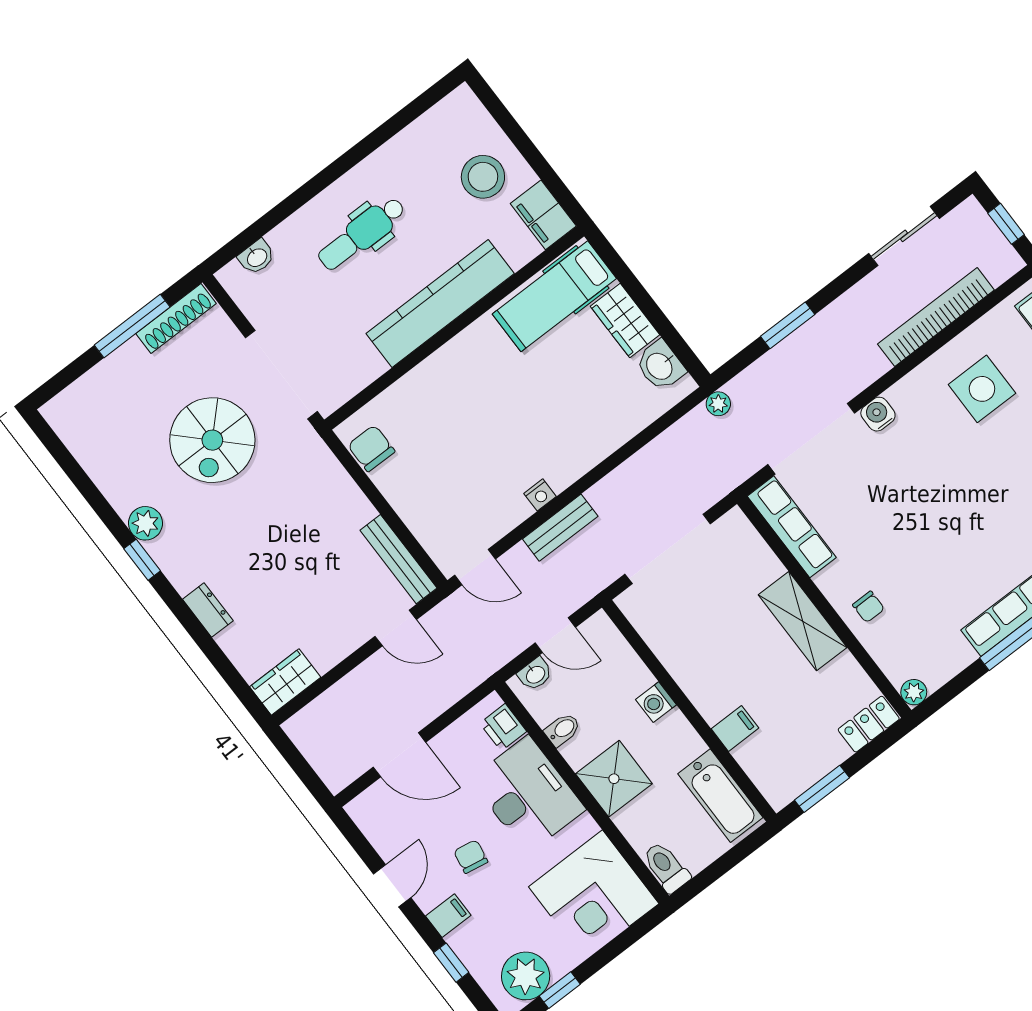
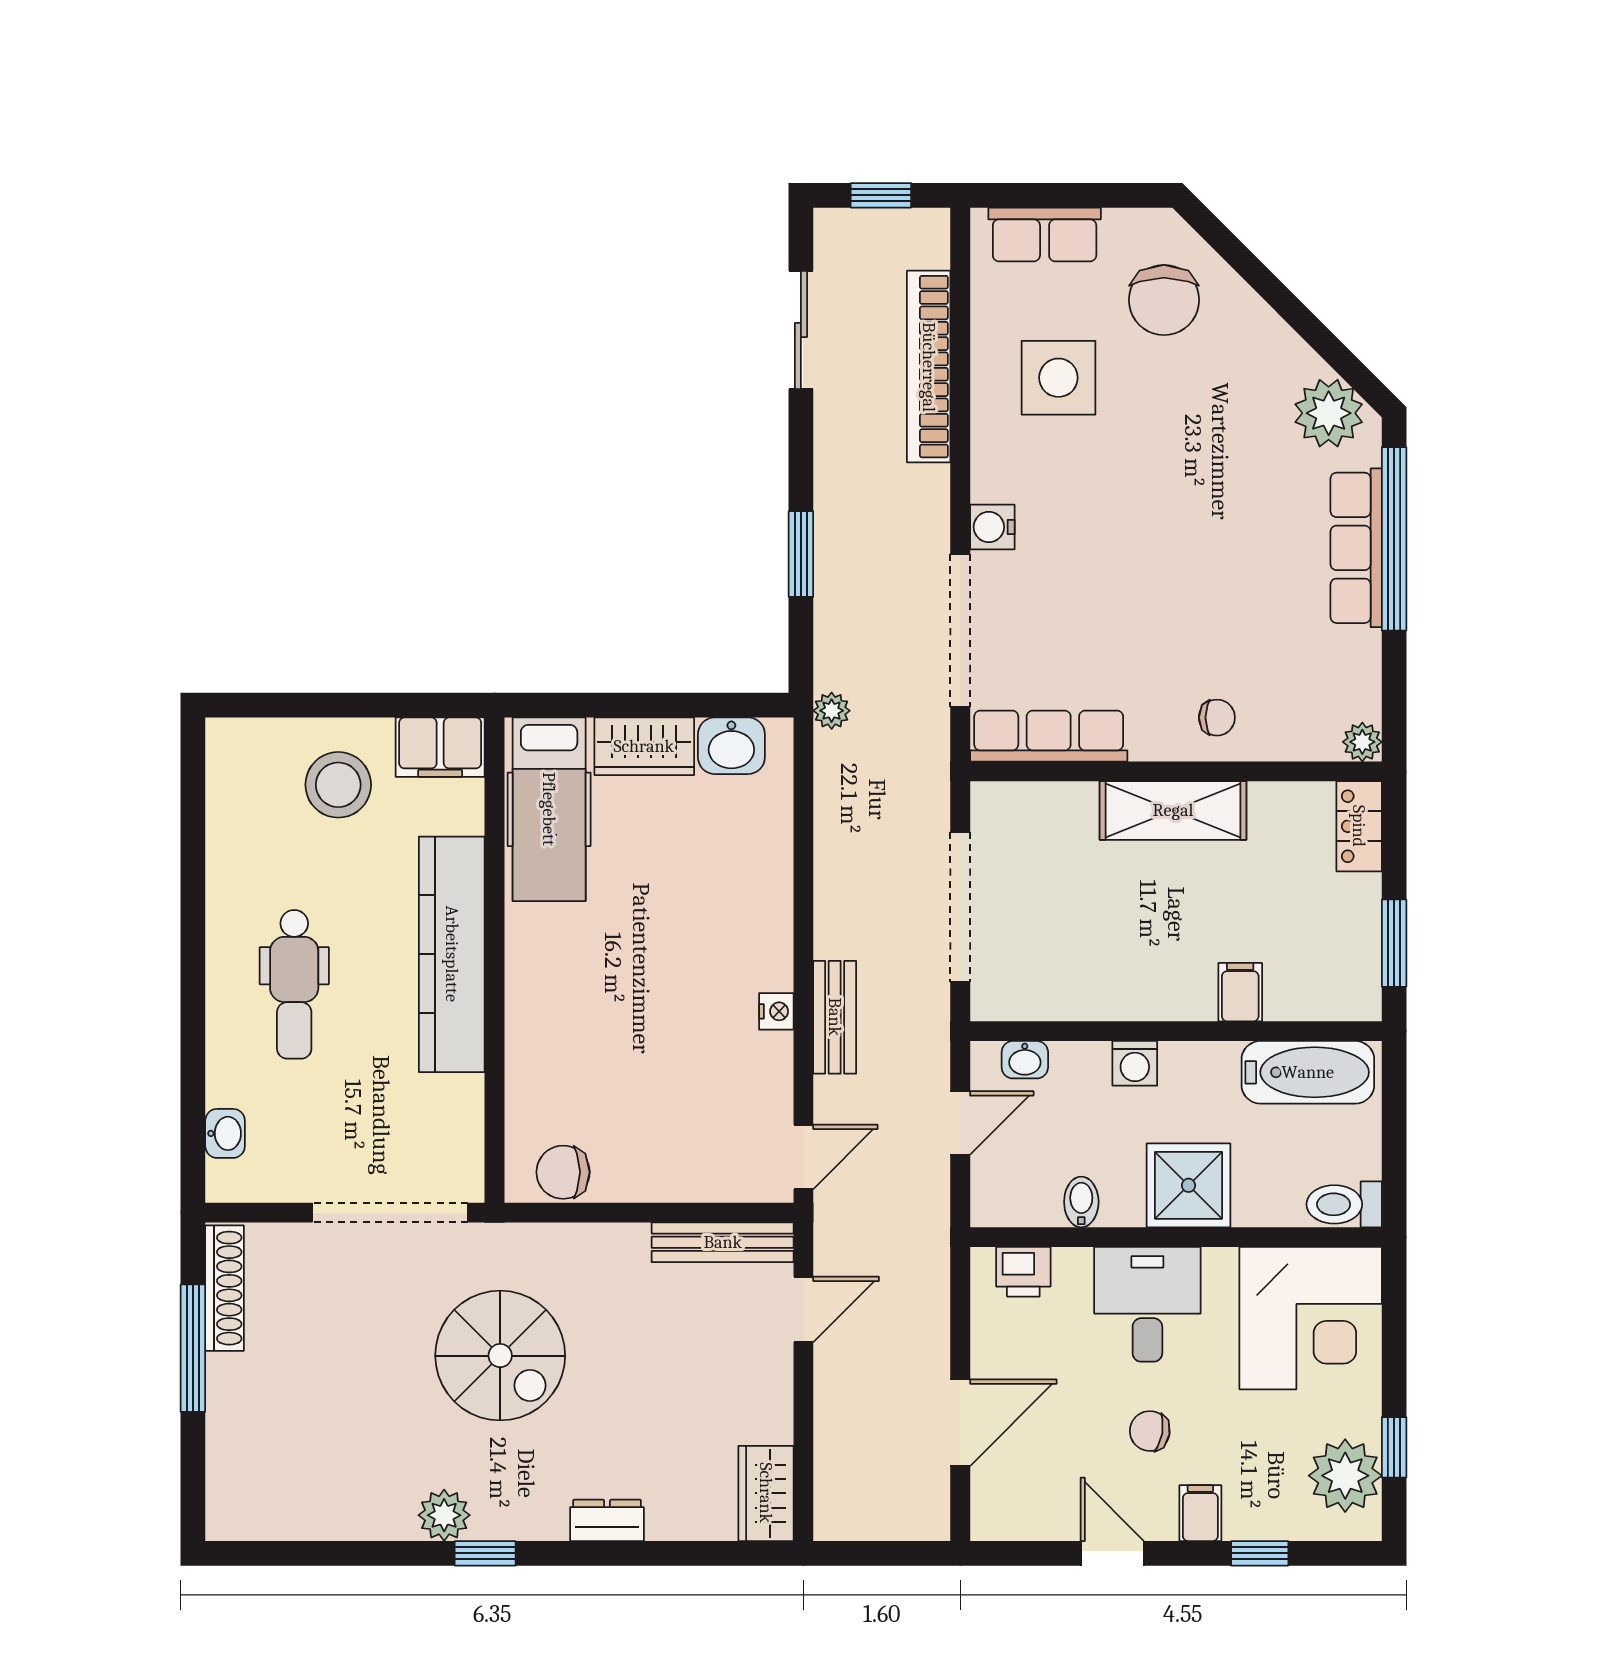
spiral stairs: (212, 440) -> (500, 1356), moved
washbasin: (535, 674) -> (1025, 1060), moved, turned 90
desk: (528, 794) -> (1147, 1304), width x0.73

